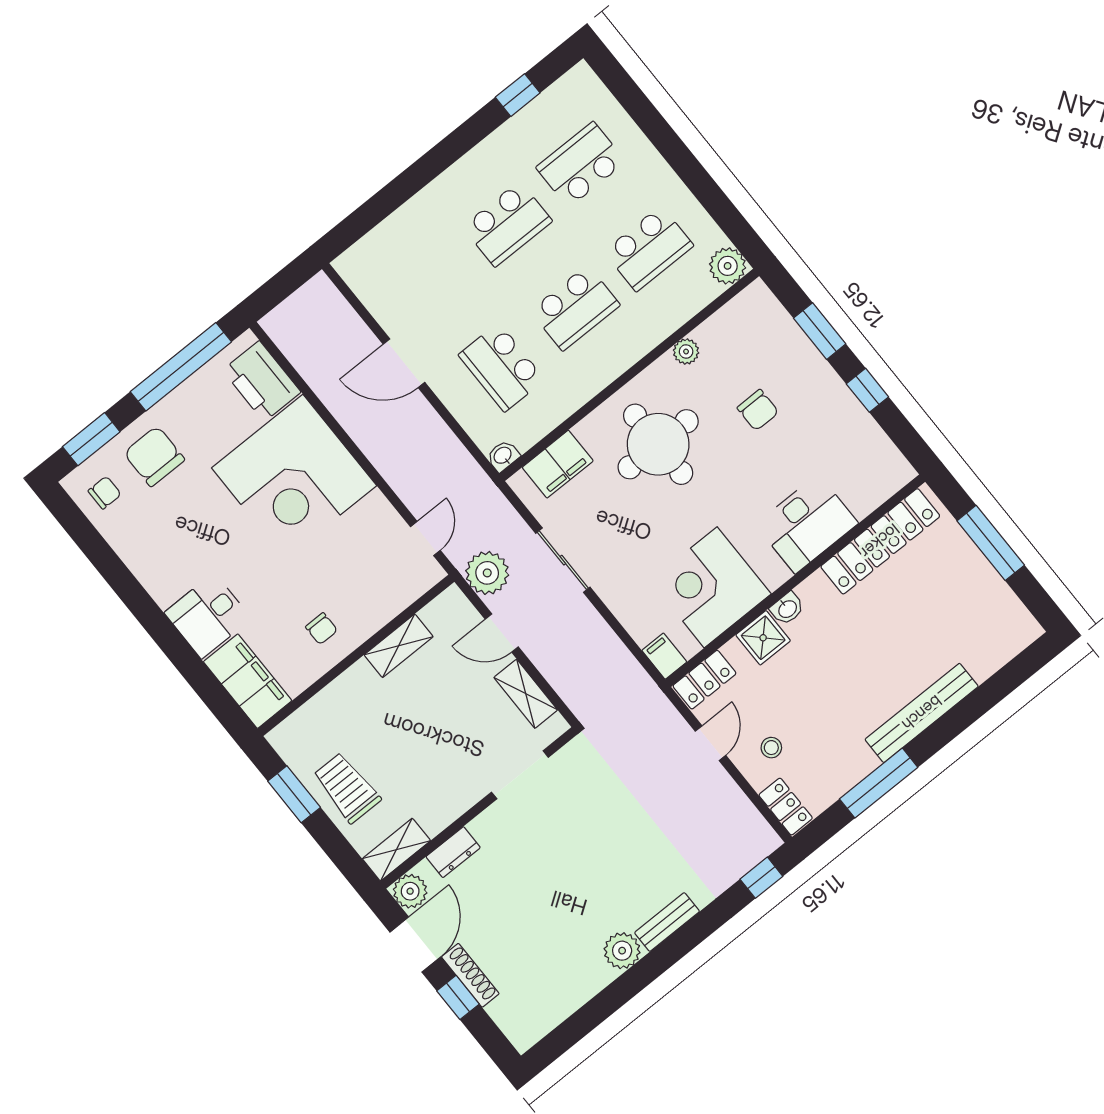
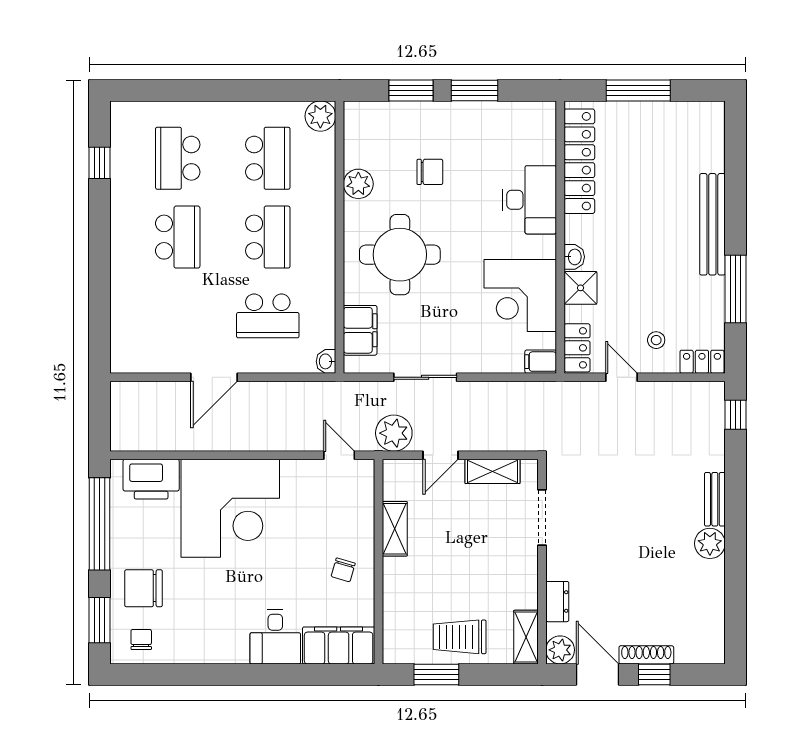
plant: (686, 352) -> (358, 184), width x1.38, depth x1.38
window: (867, 390) -> (475, 90), width x1.50
chair: (322, 629) -> (343, 570), turned 106

